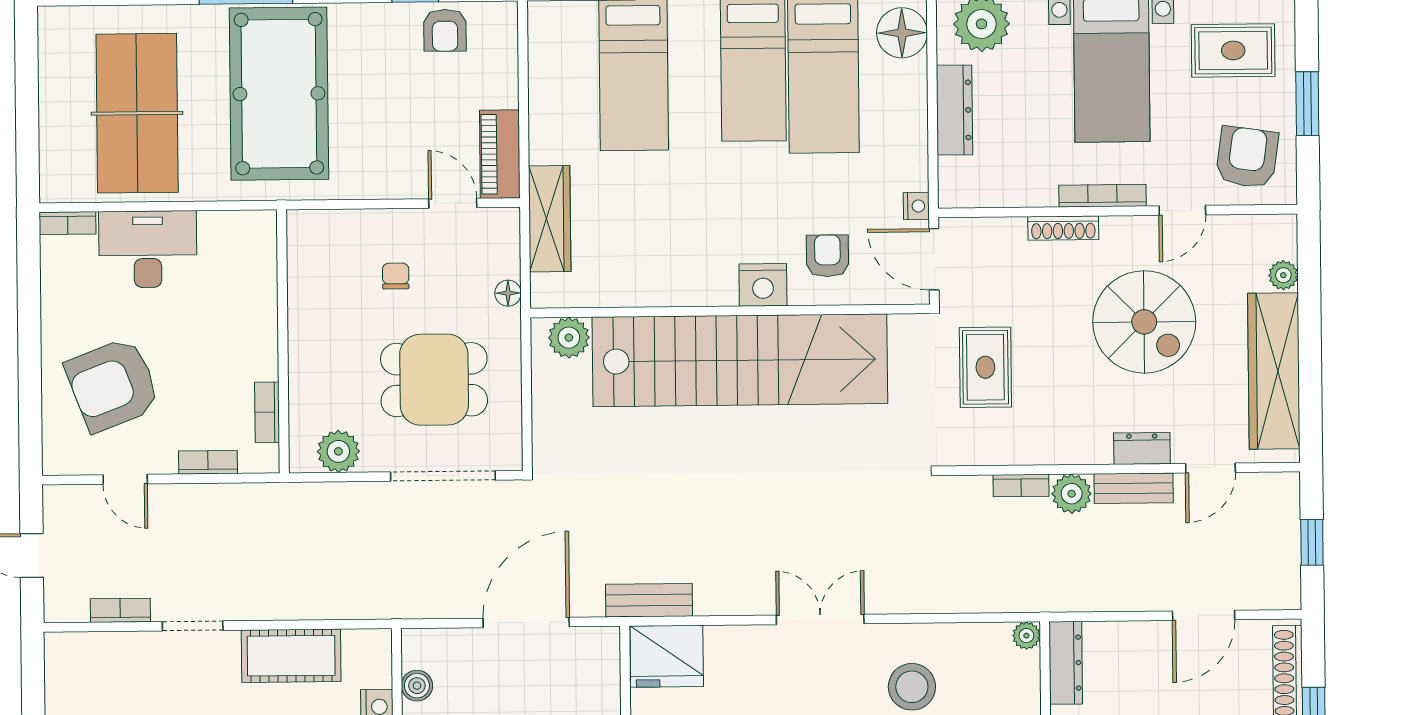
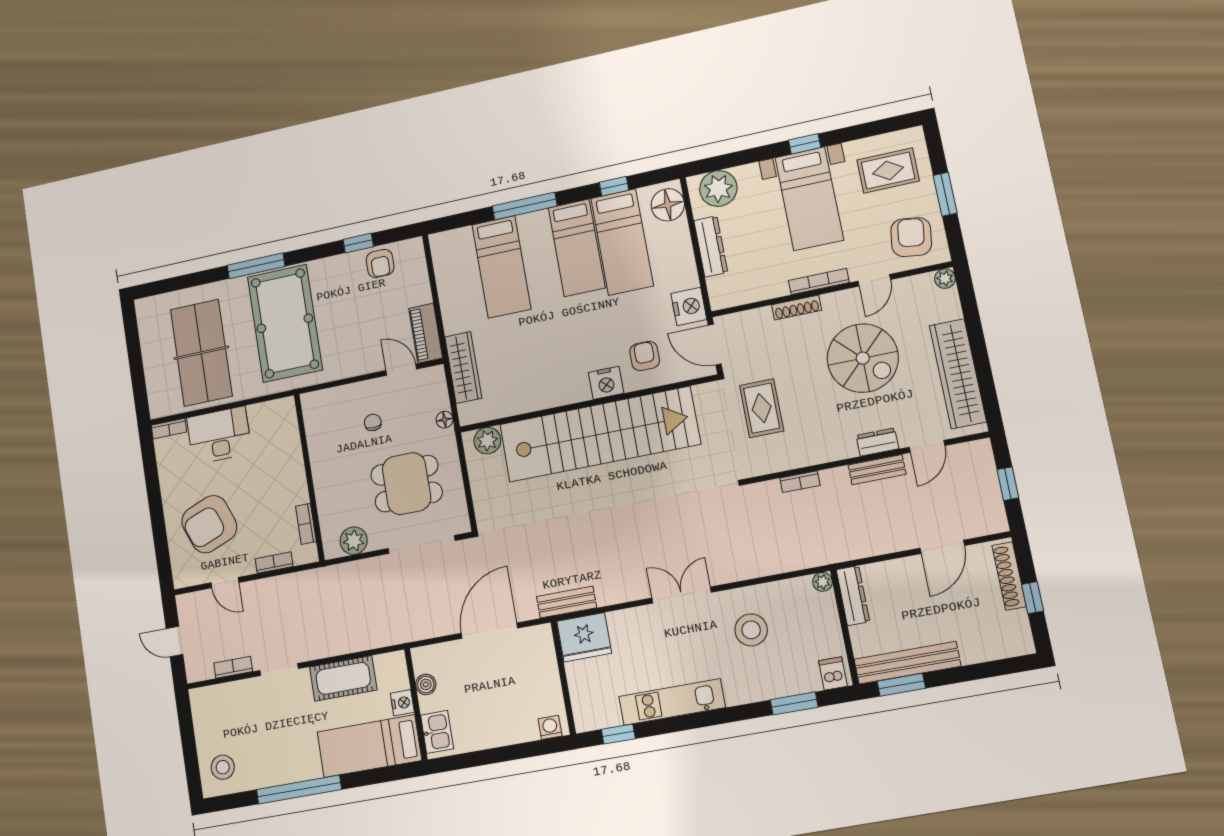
nightstand: (916, 206) -> (689, 306), width x1.89, depth x1.79
plant: (1283, 275) -> (945, 279), moved
plant: (1072, 494) -> (835, 481), removed

